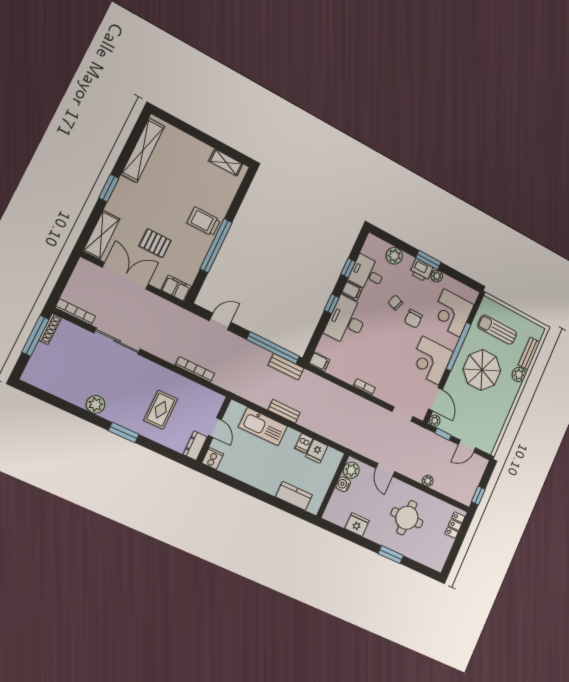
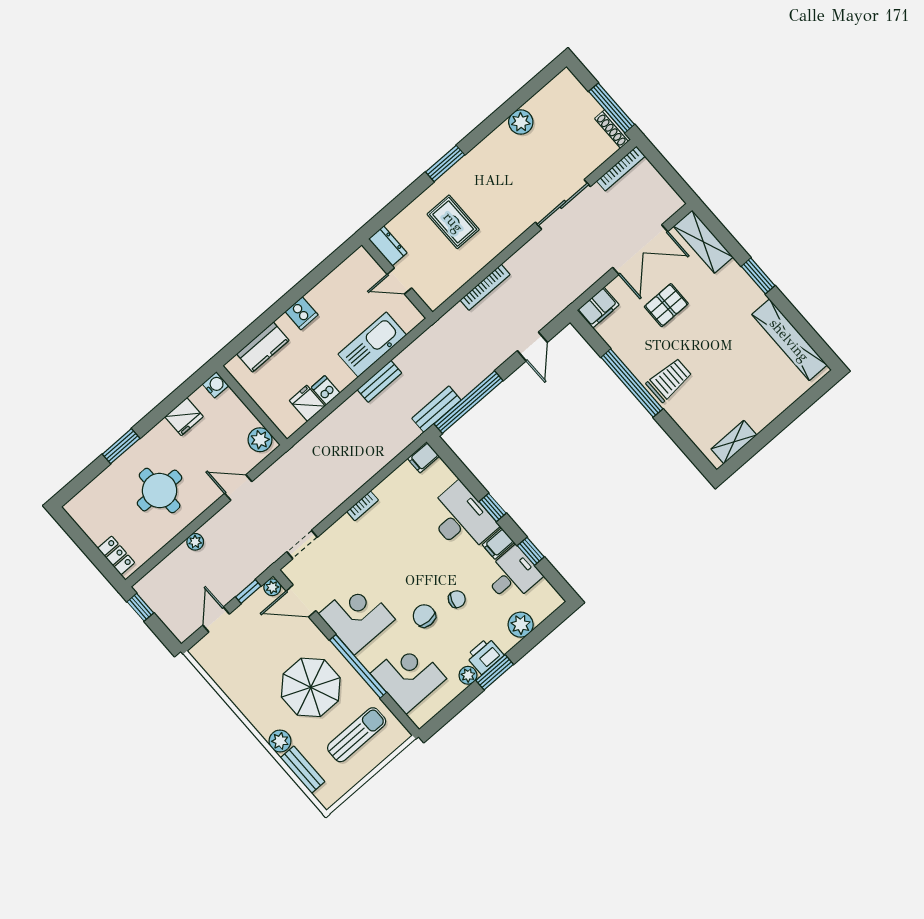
plant: (96, 404) -> (521, 122), moved
cooker: (213, 458) -> (302, 313), moved
water cooler: (343, 484) -> (215, 385), moved

